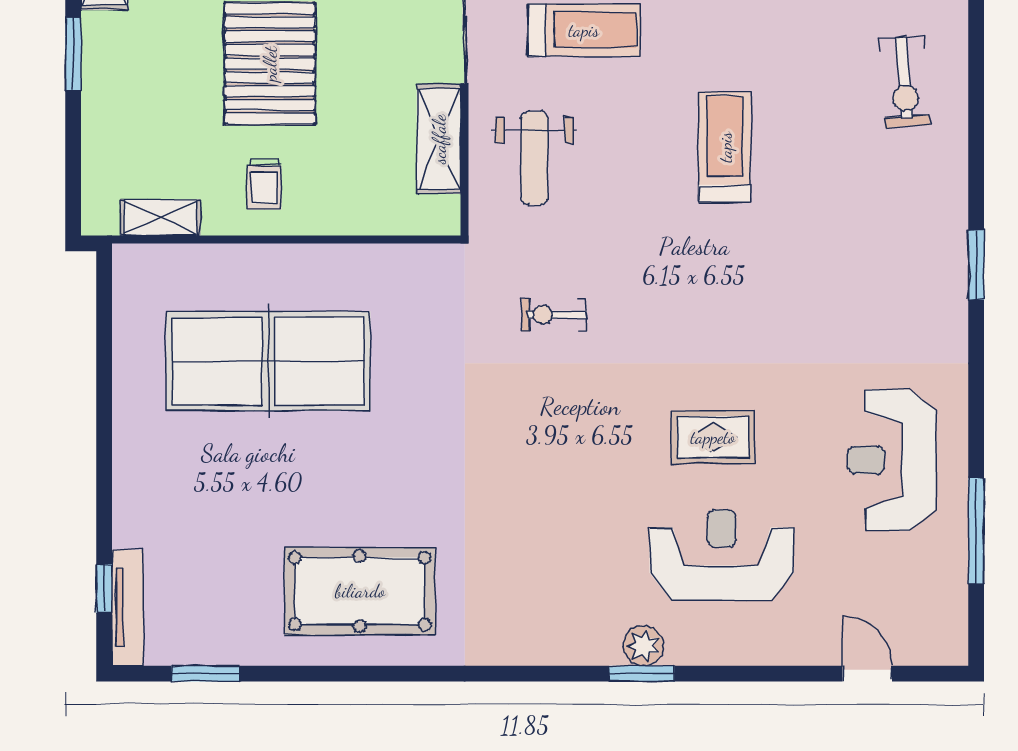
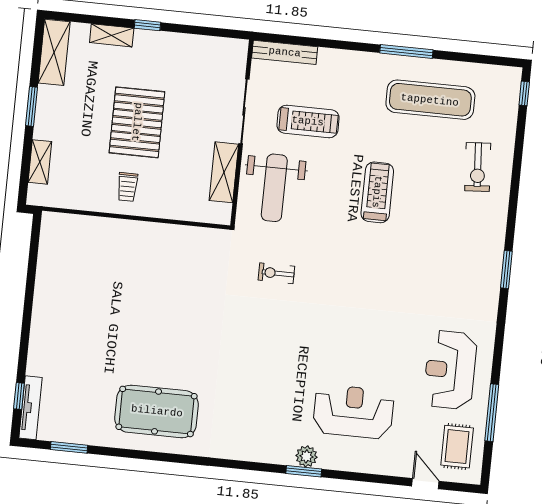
weight bench: (534, 158) -> (274, 188), width x1.36, depth x1.33
shelving: (160, 218) -> (40, 162), moved, turned 90
table tennis table: (268, 361) -> (120, 283), removed
rug: (713, 437) -> (457, 447), moved, turned 90

